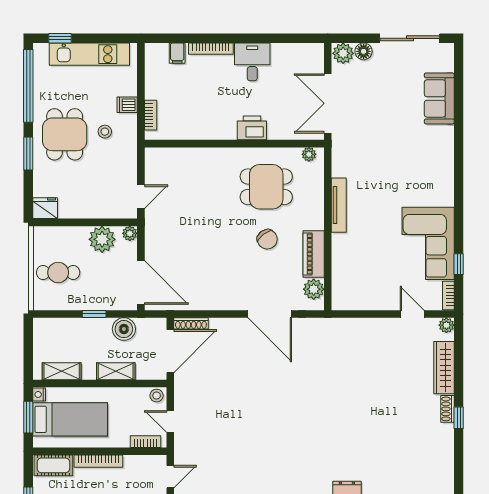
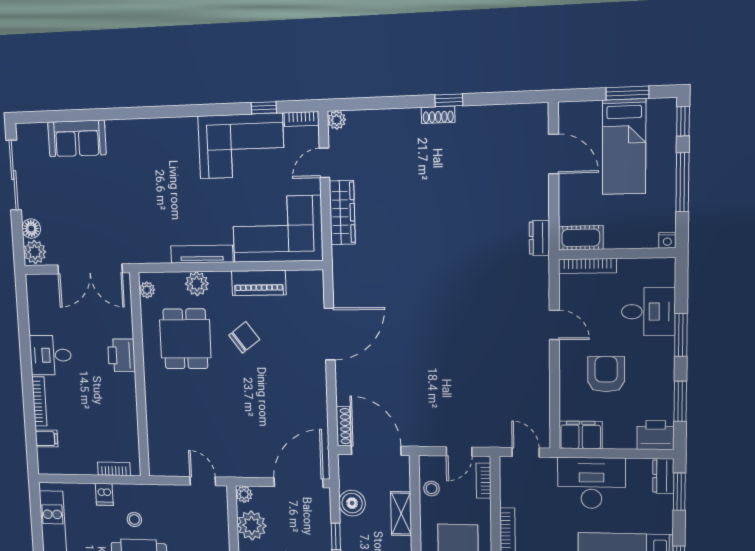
corner sofa: (359, 272) -> (277, 229), added
plant: (314, 289) -> (197, 284), moved
wardrobe: (444, 368) -> (342, 212), moved, turned -90
stool: (157, 396) -> (431, 489), moved

